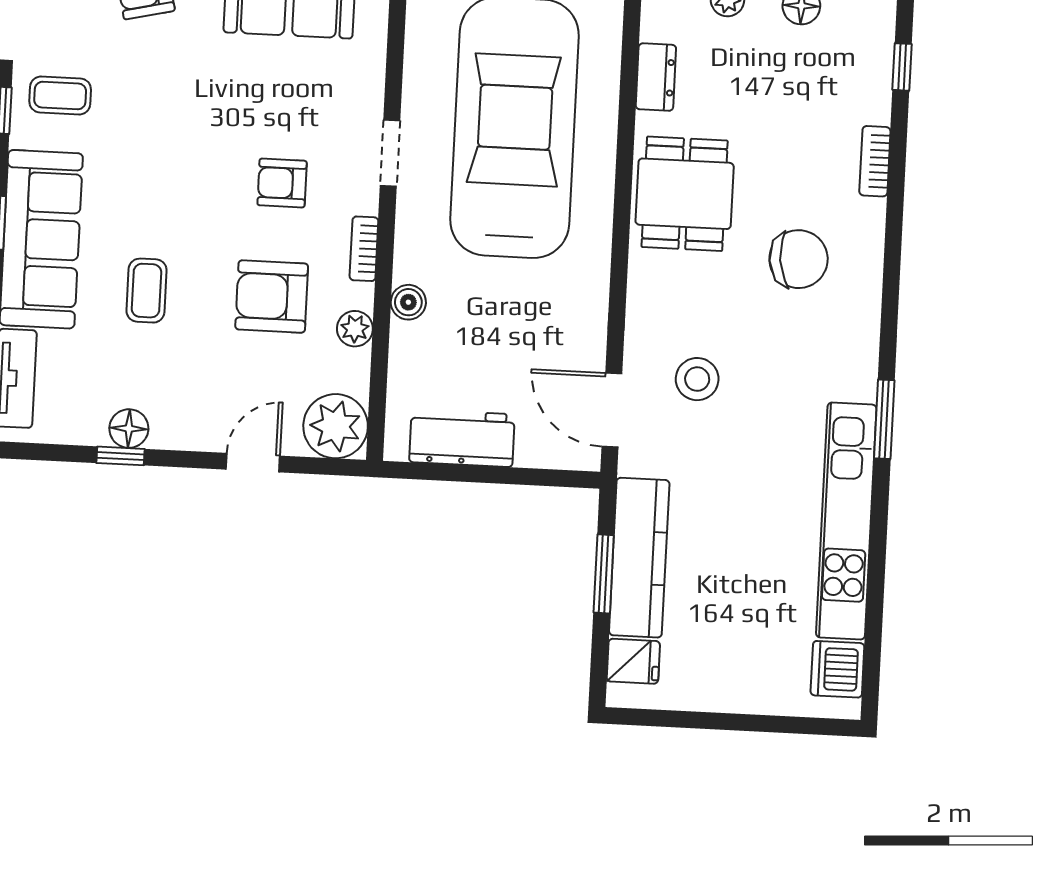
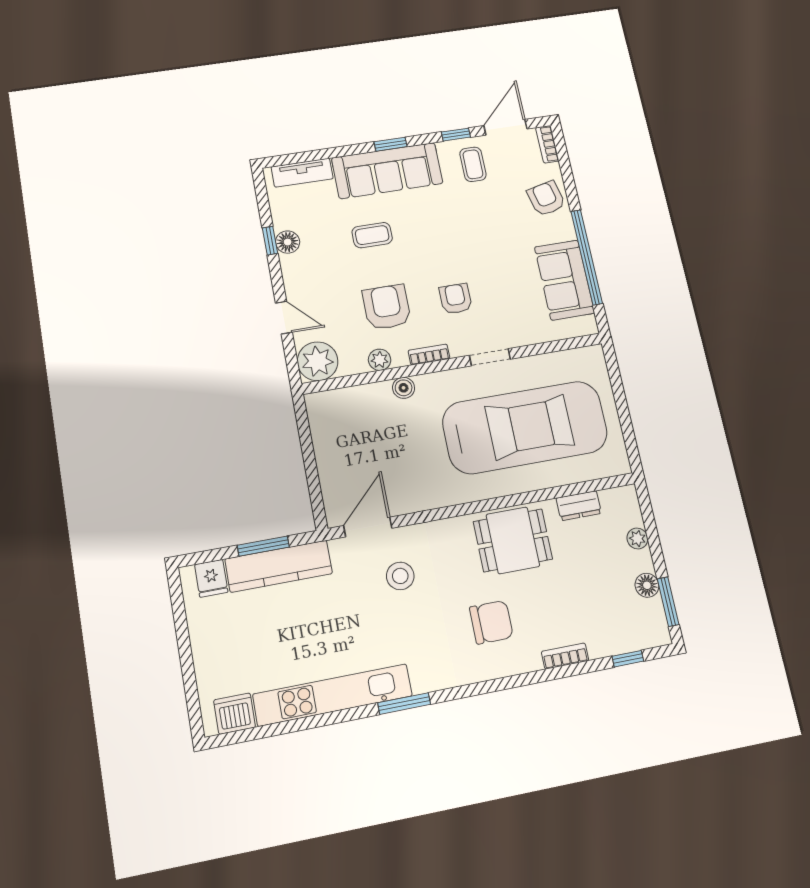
chair: (799, 259) -> (491, 622), turned -84
workbench: (462, 438) -> (328, 439), removed

